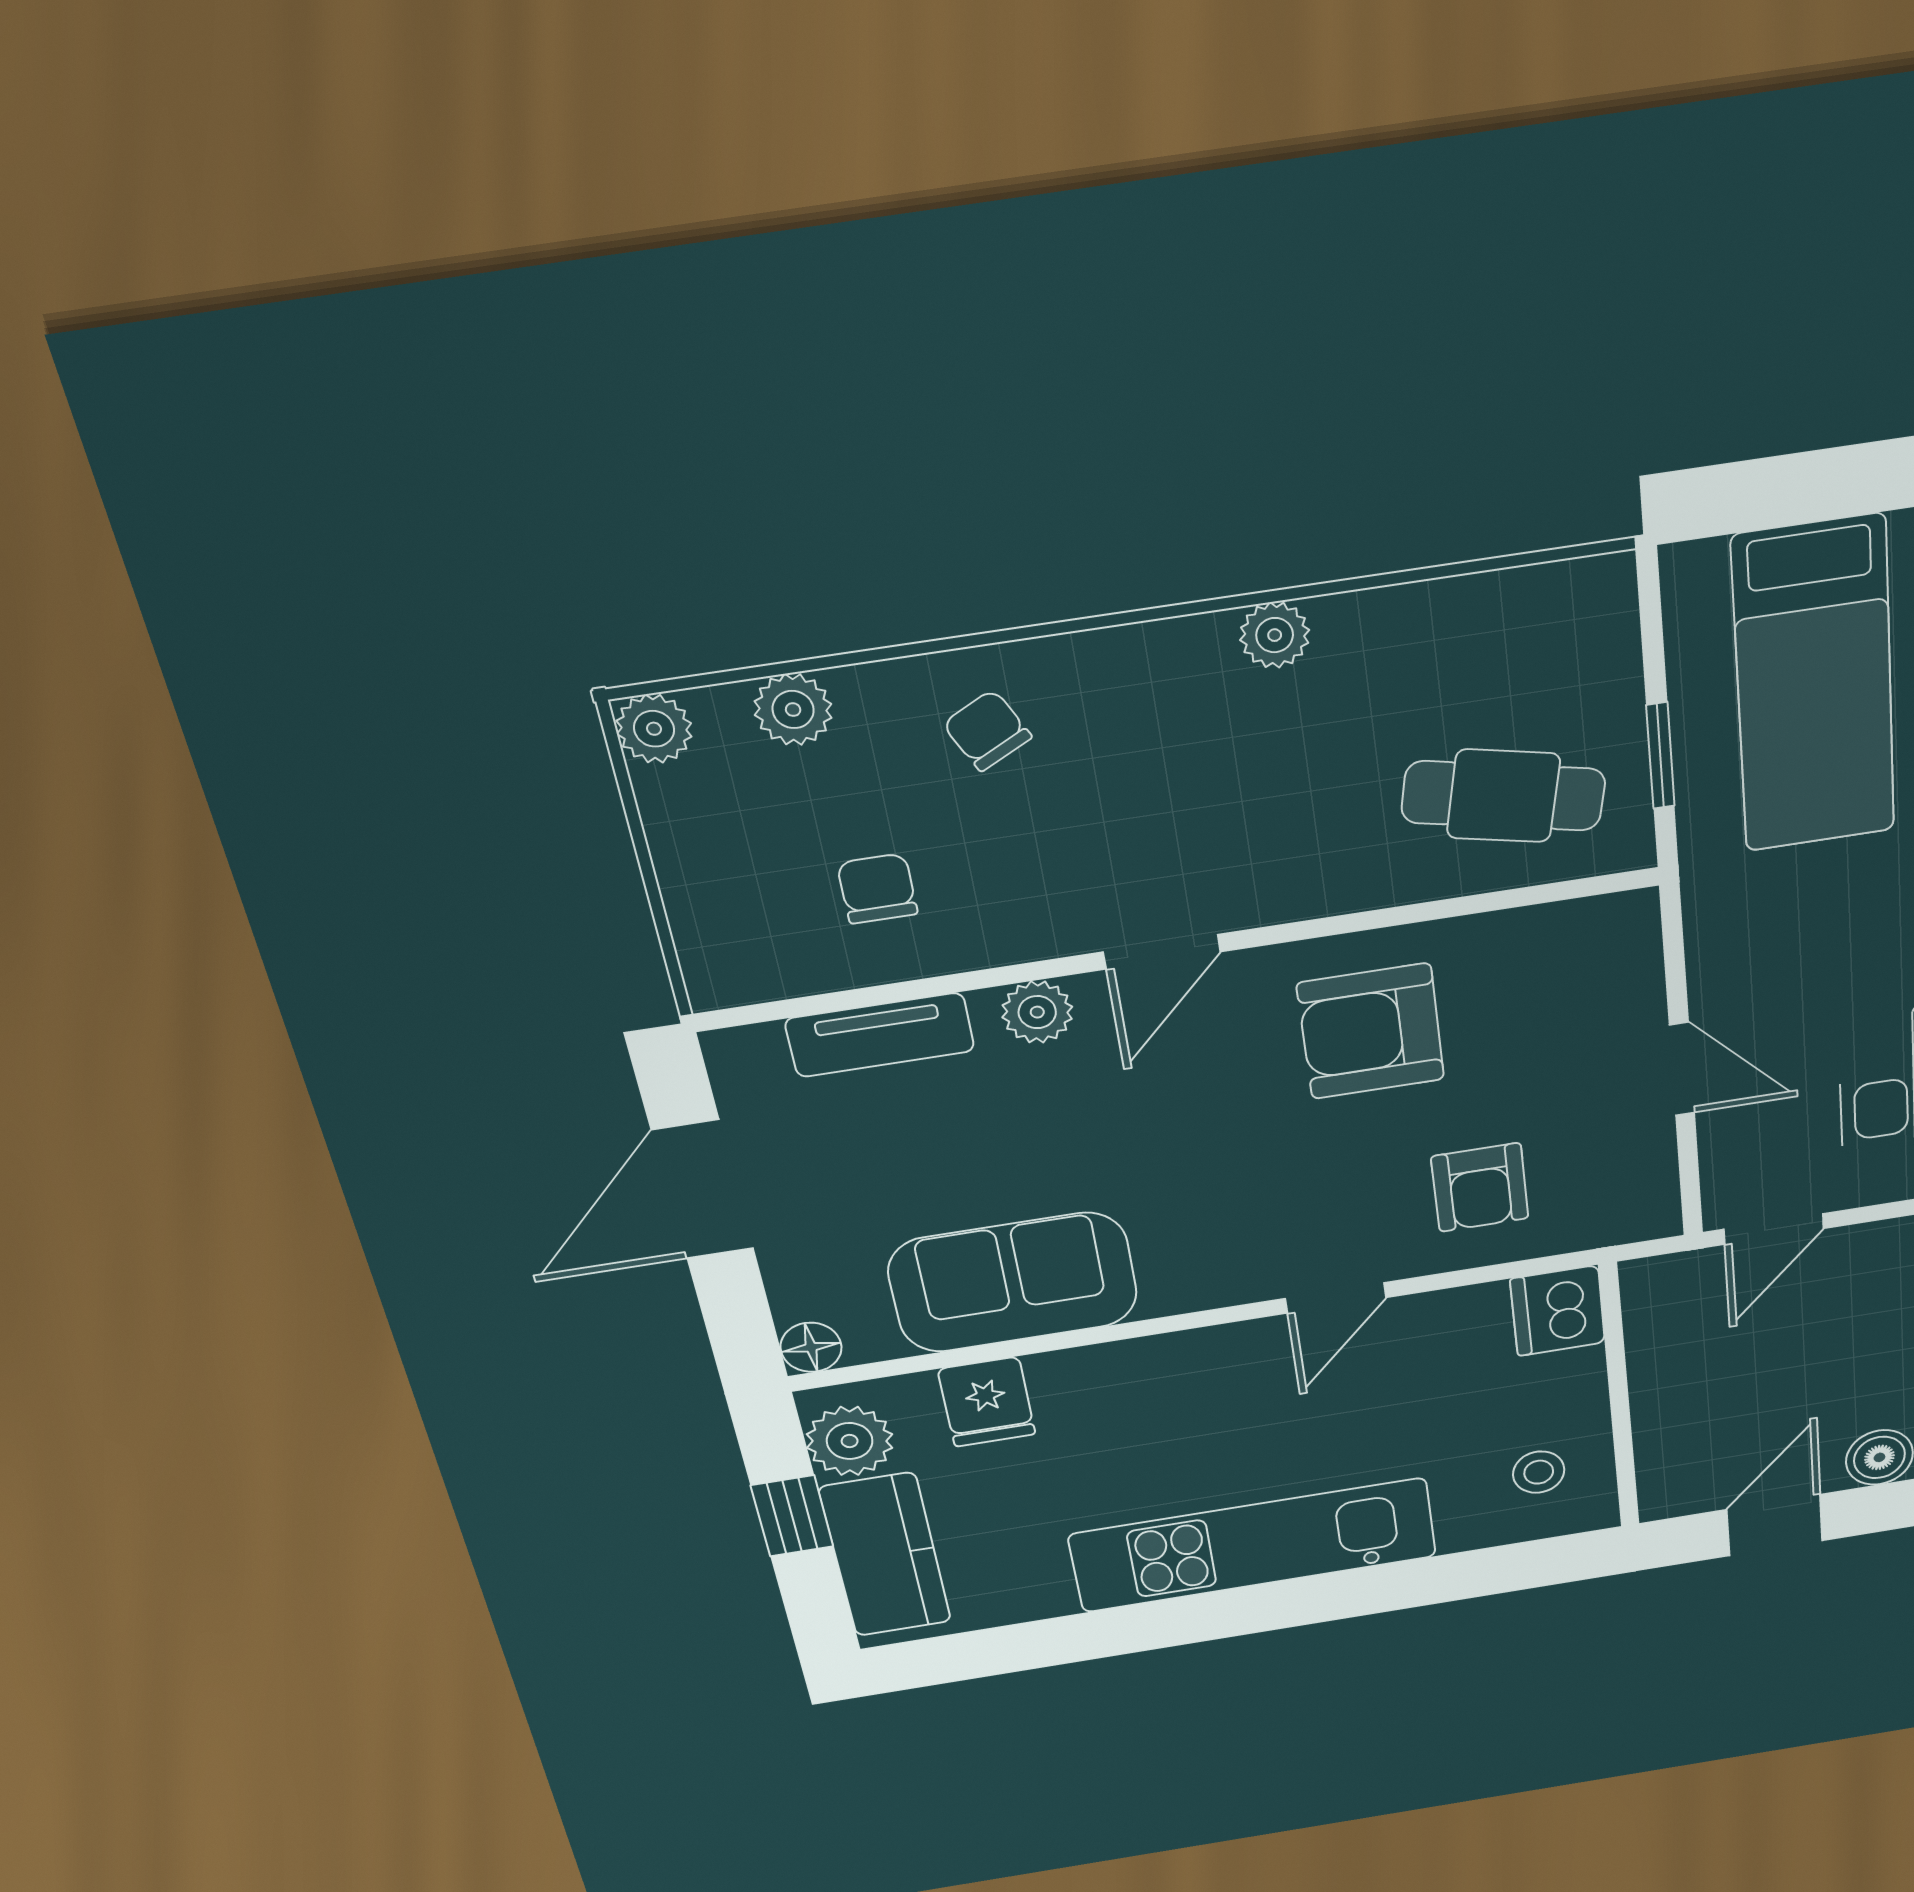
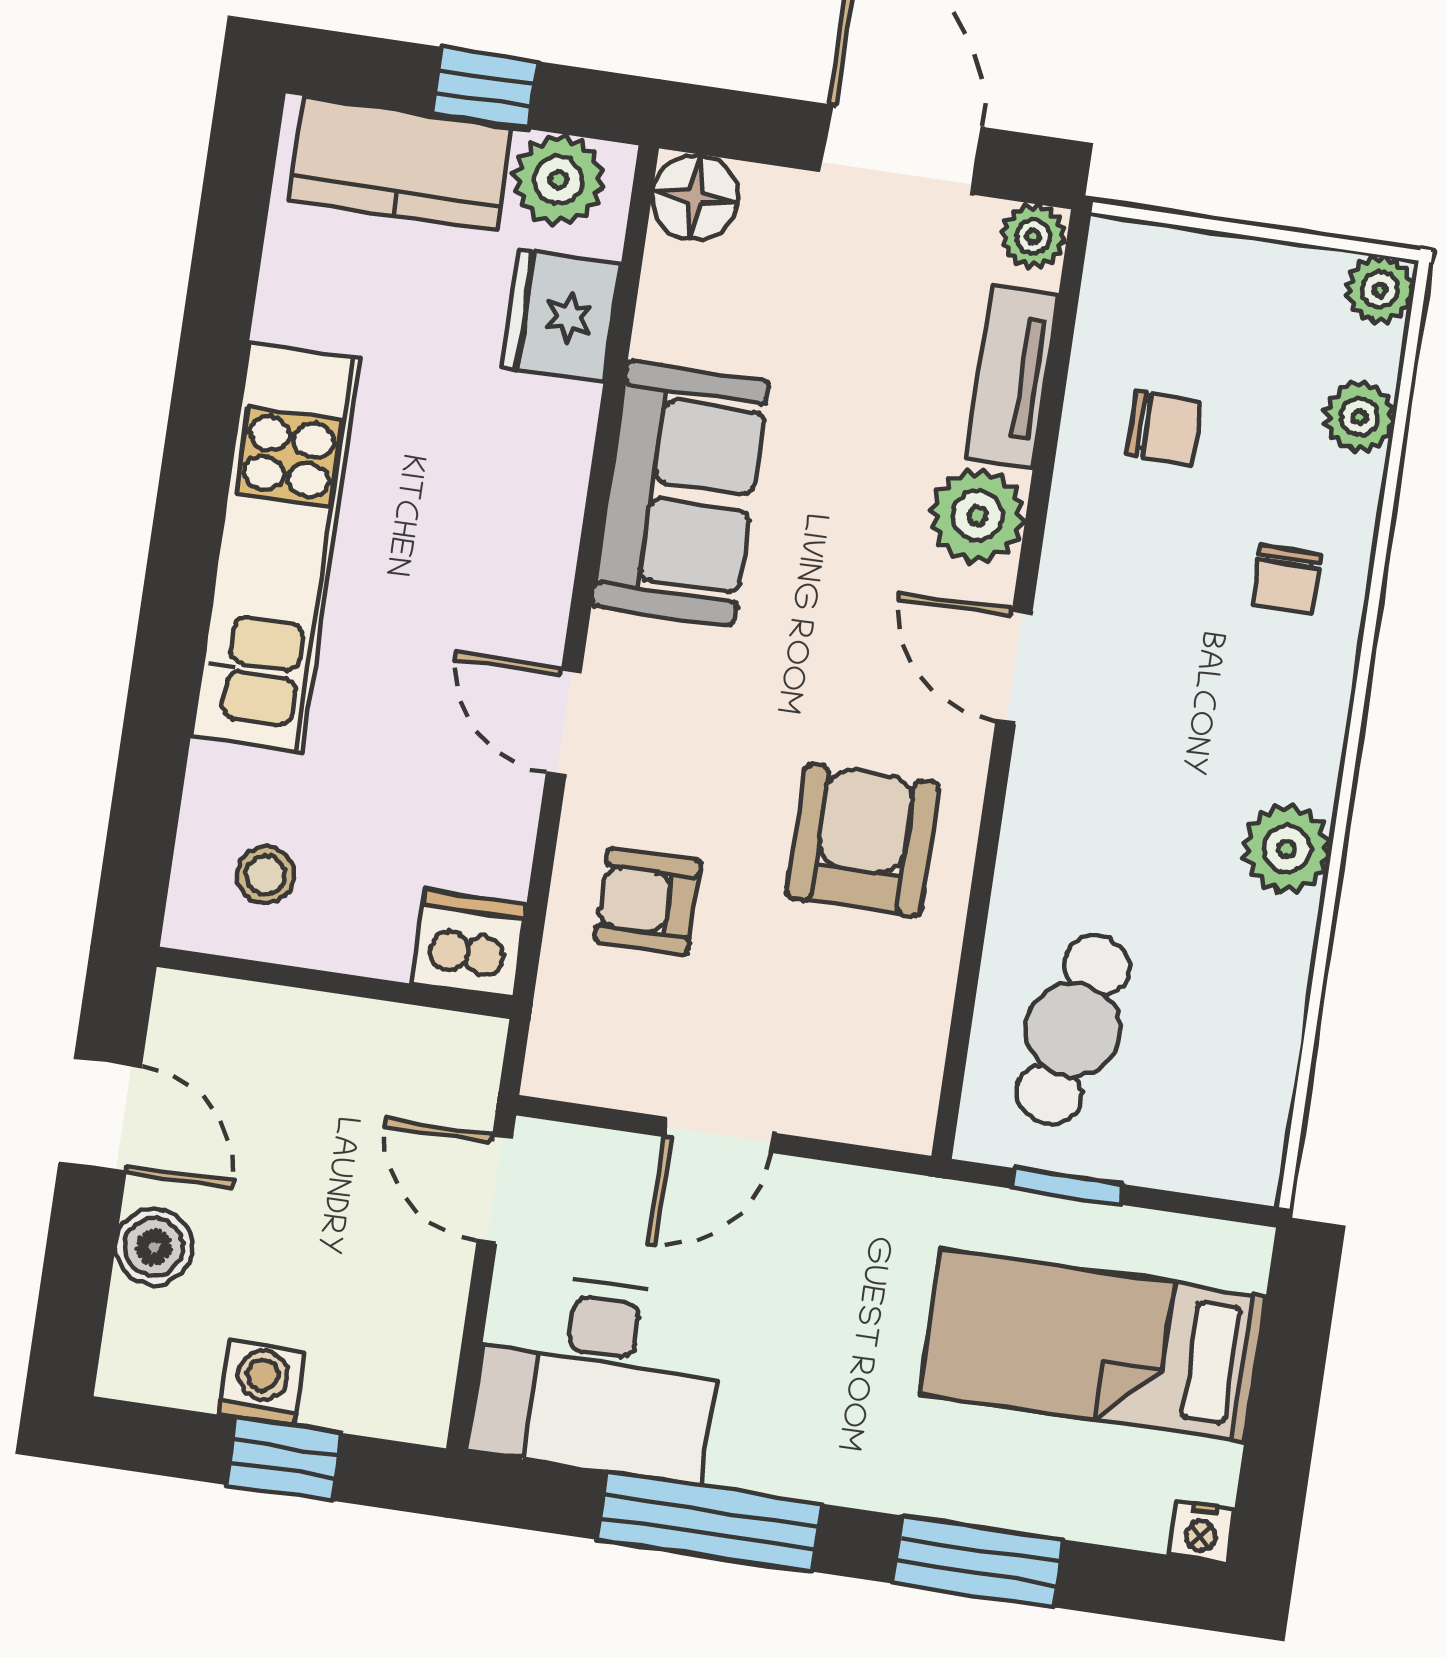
plant: (1275, 635) -> (1287, 849), width x1.38, depth x1.38
chair: (987, 731) -> (1286, 580), turned 117
plant: (1037, 1012) -> (977, 516), width x1.38, depth x1.38
plant: (737, 1057) -> (1033, 236), added
sofa: (1013, 1283) -> (681, 493), moved
floor lamp: (811, 1347) -> (695, 197), width x1.37, depth x1.37
fridge: (987, 1402) -> (561, 316), width x1.38

